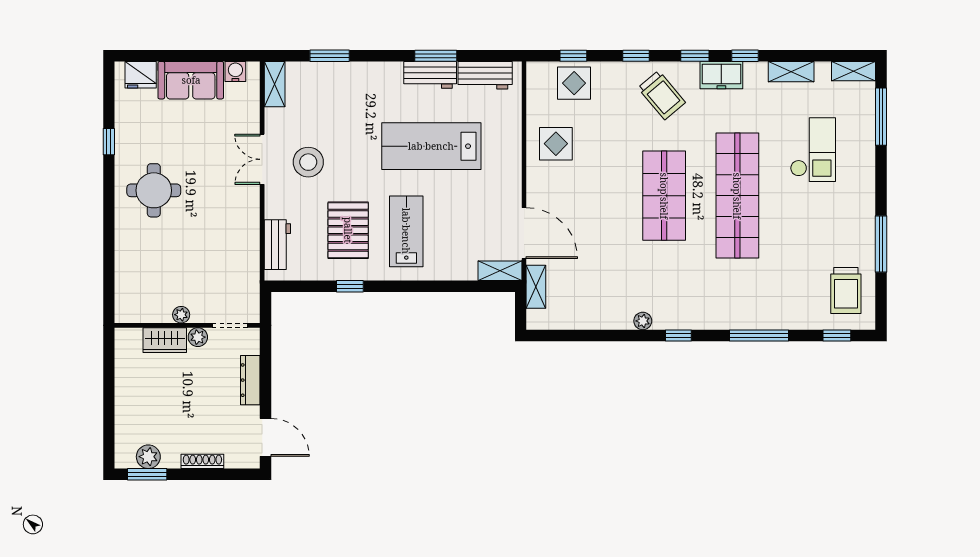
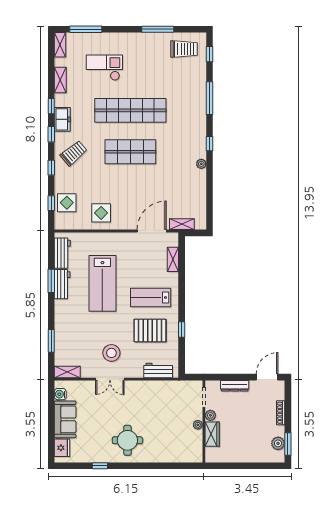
shelving: (500, 271) -> (173, 259), moved

